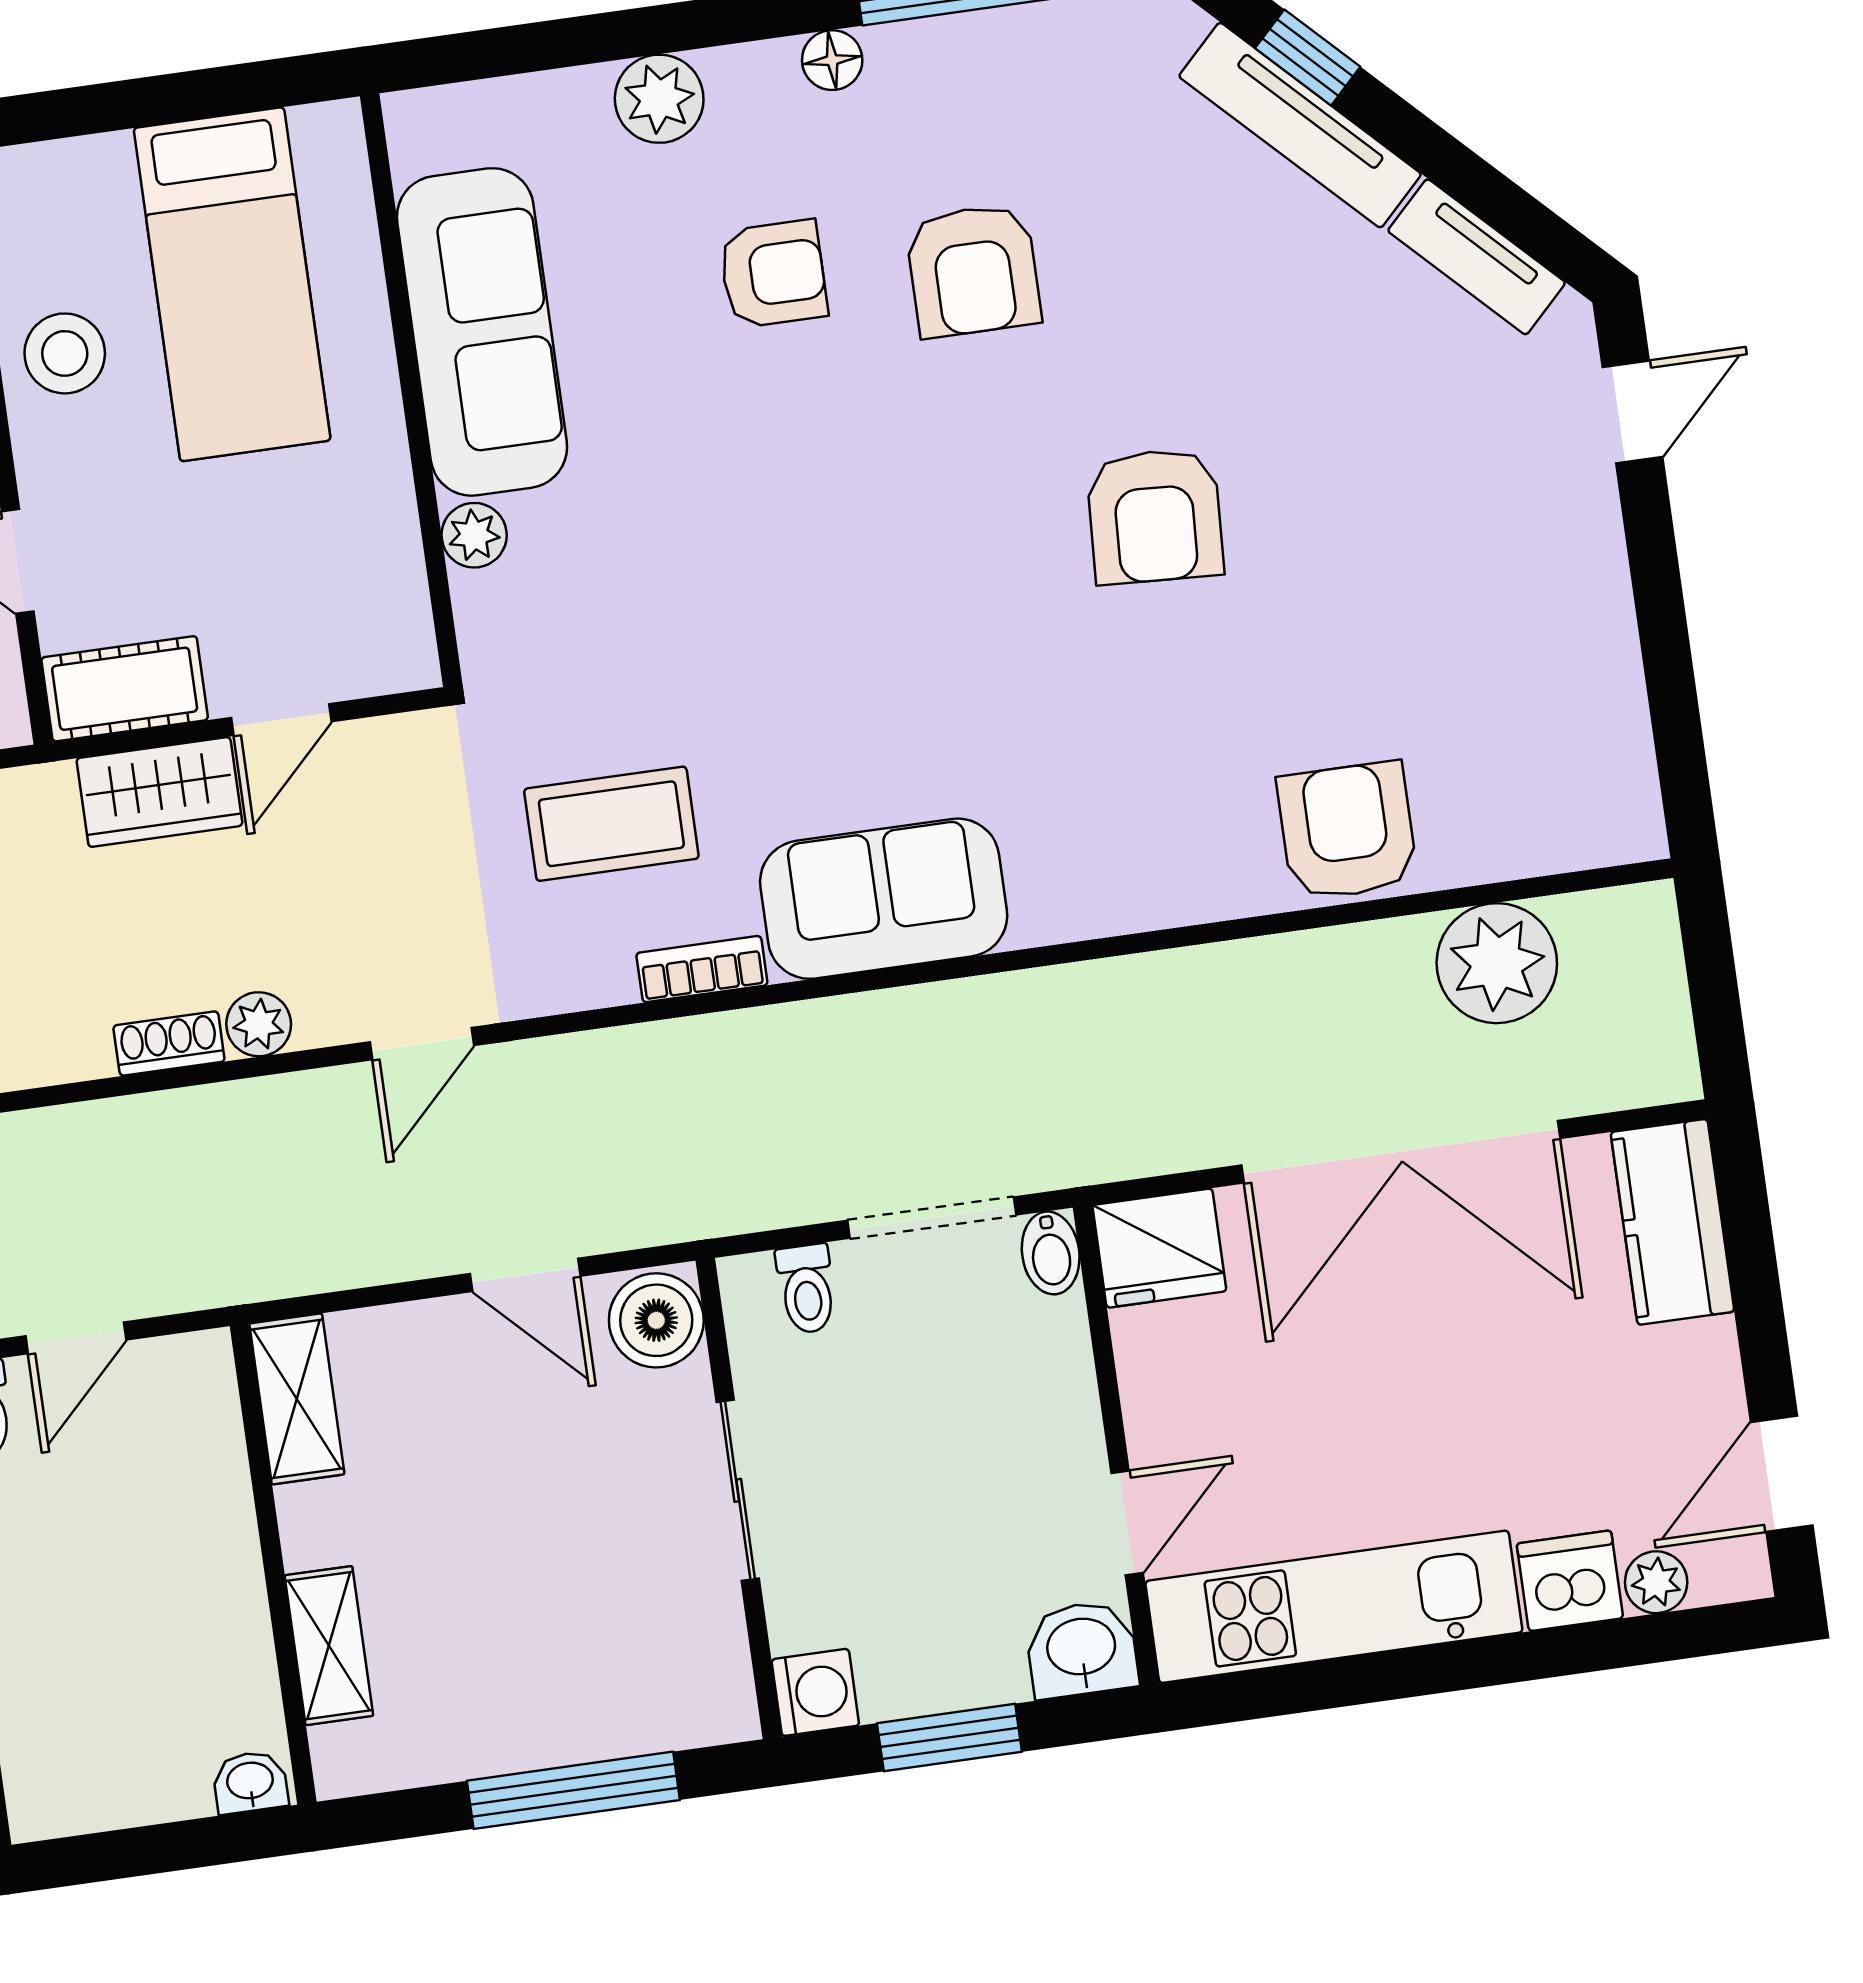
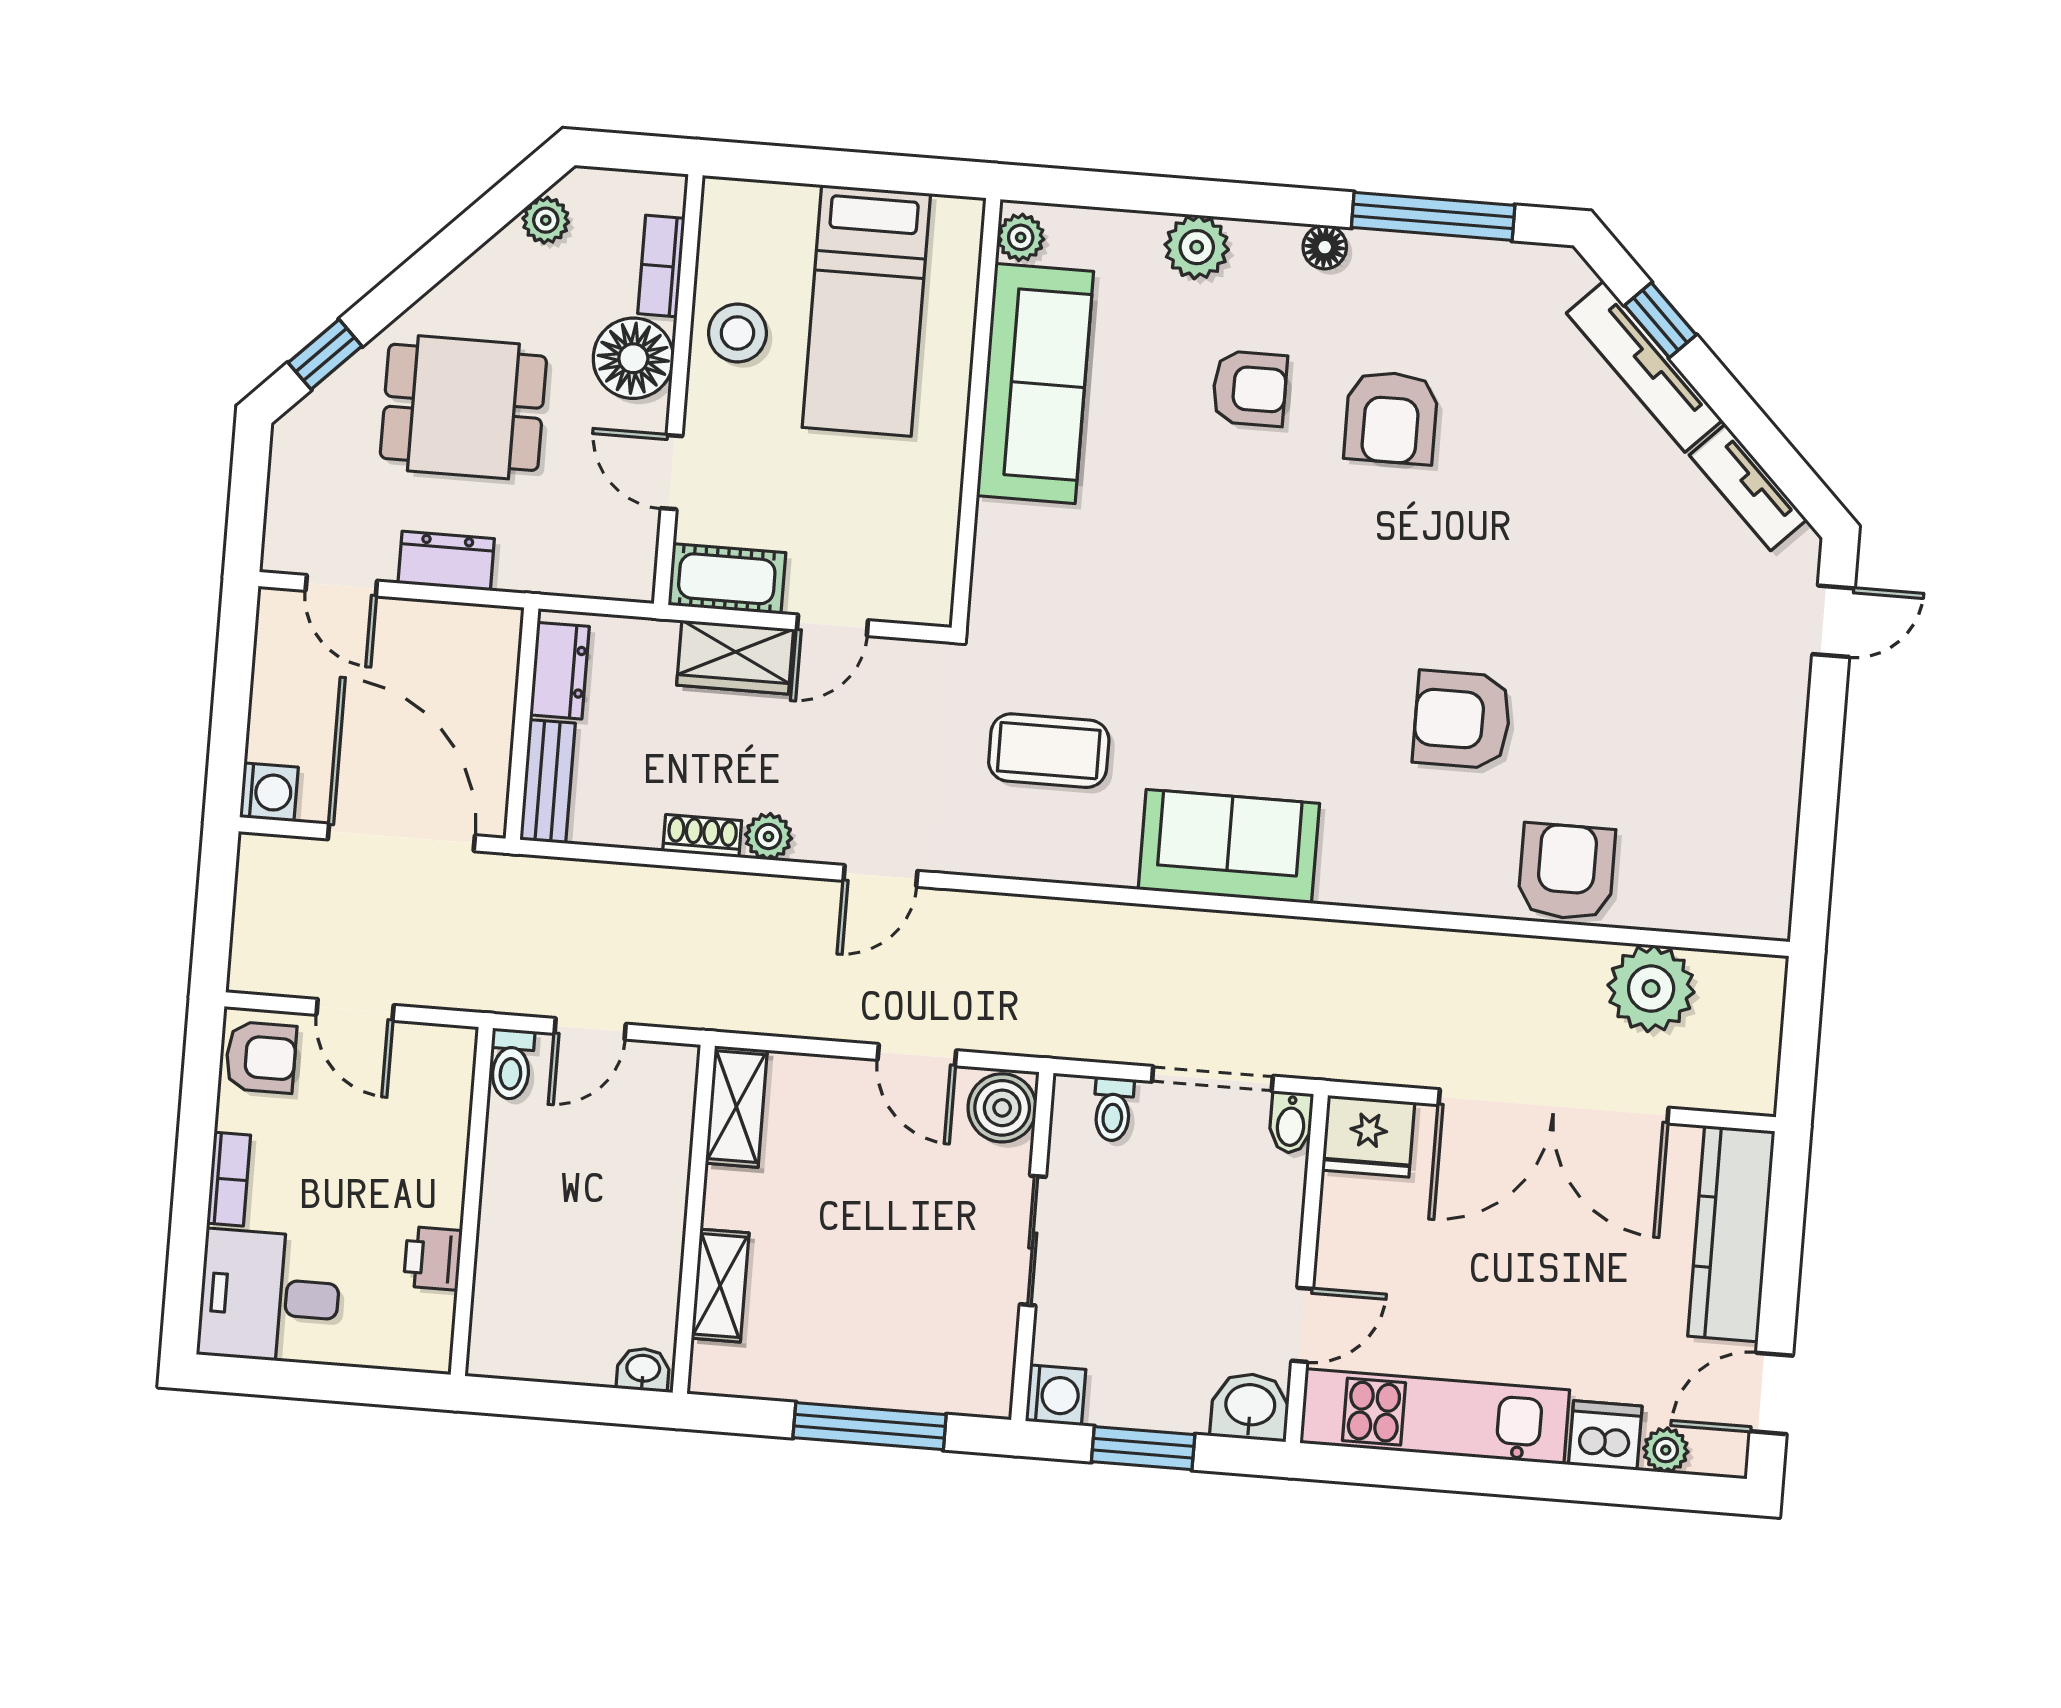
armchair: (1155, 516) -> (1462, 720), moved, turned 87
plant: (474, 535) -> (1021, 237), moved
bookcase: (702, 969) -> (1090, 867), removed
kitchen counter: (1672, 1222) -> (1731, 1234), width x1.50

